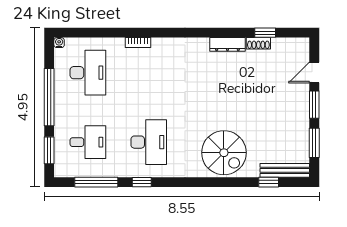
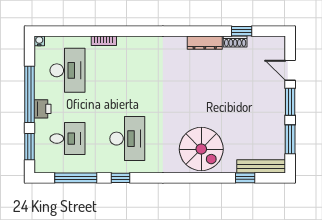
bookcase: (138, 43) -> (104, 41), moved
door: (314, 73) -> (290, 70), hinge flipped
printer: (62, 112) -> (43, 109), added

